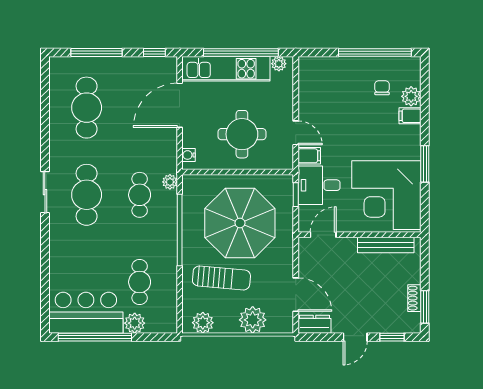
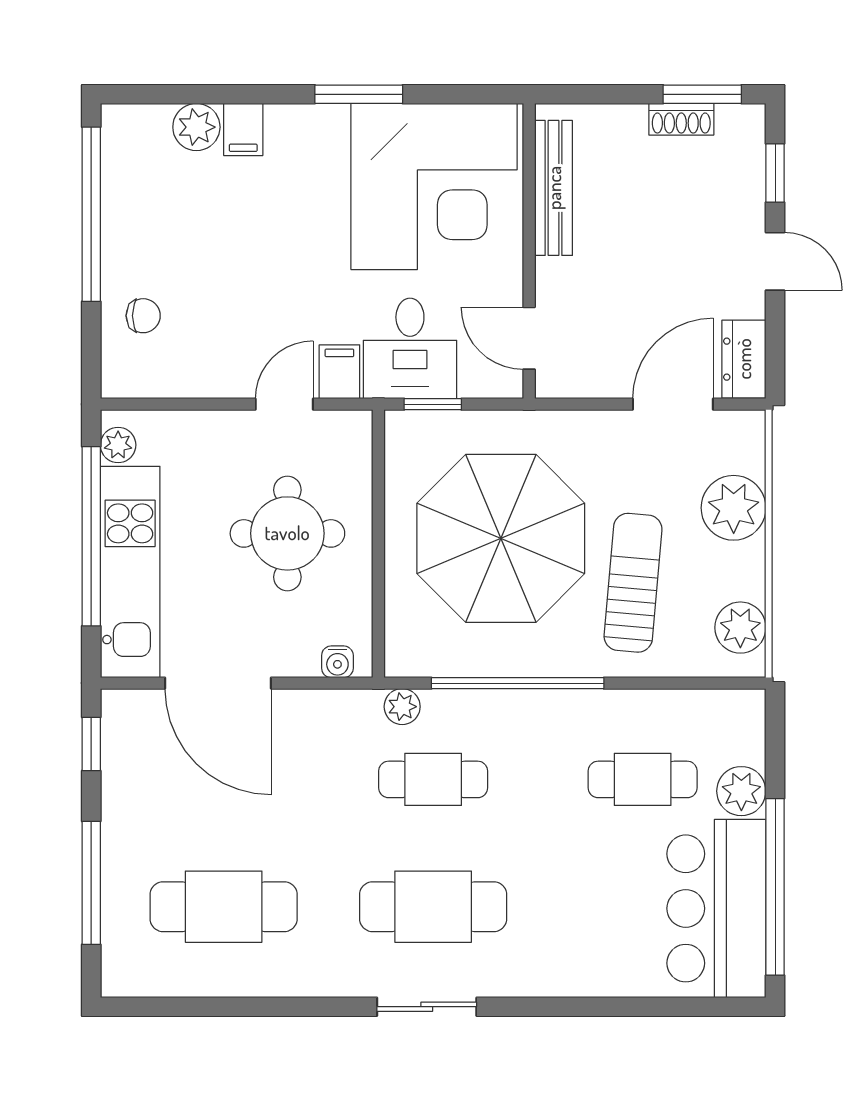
chair: (382, 88) -> (143, 316), moved, turned 180

